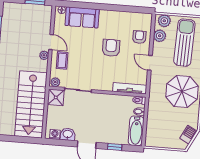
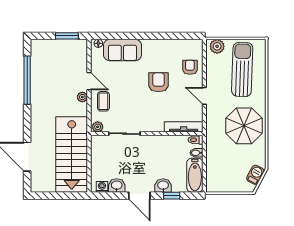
plant: (160, 36) -> (213, 64), removed
shower: (56, 97) -> (100, 144), removed
washbasin: (108, 138) -> (163, 186), added

